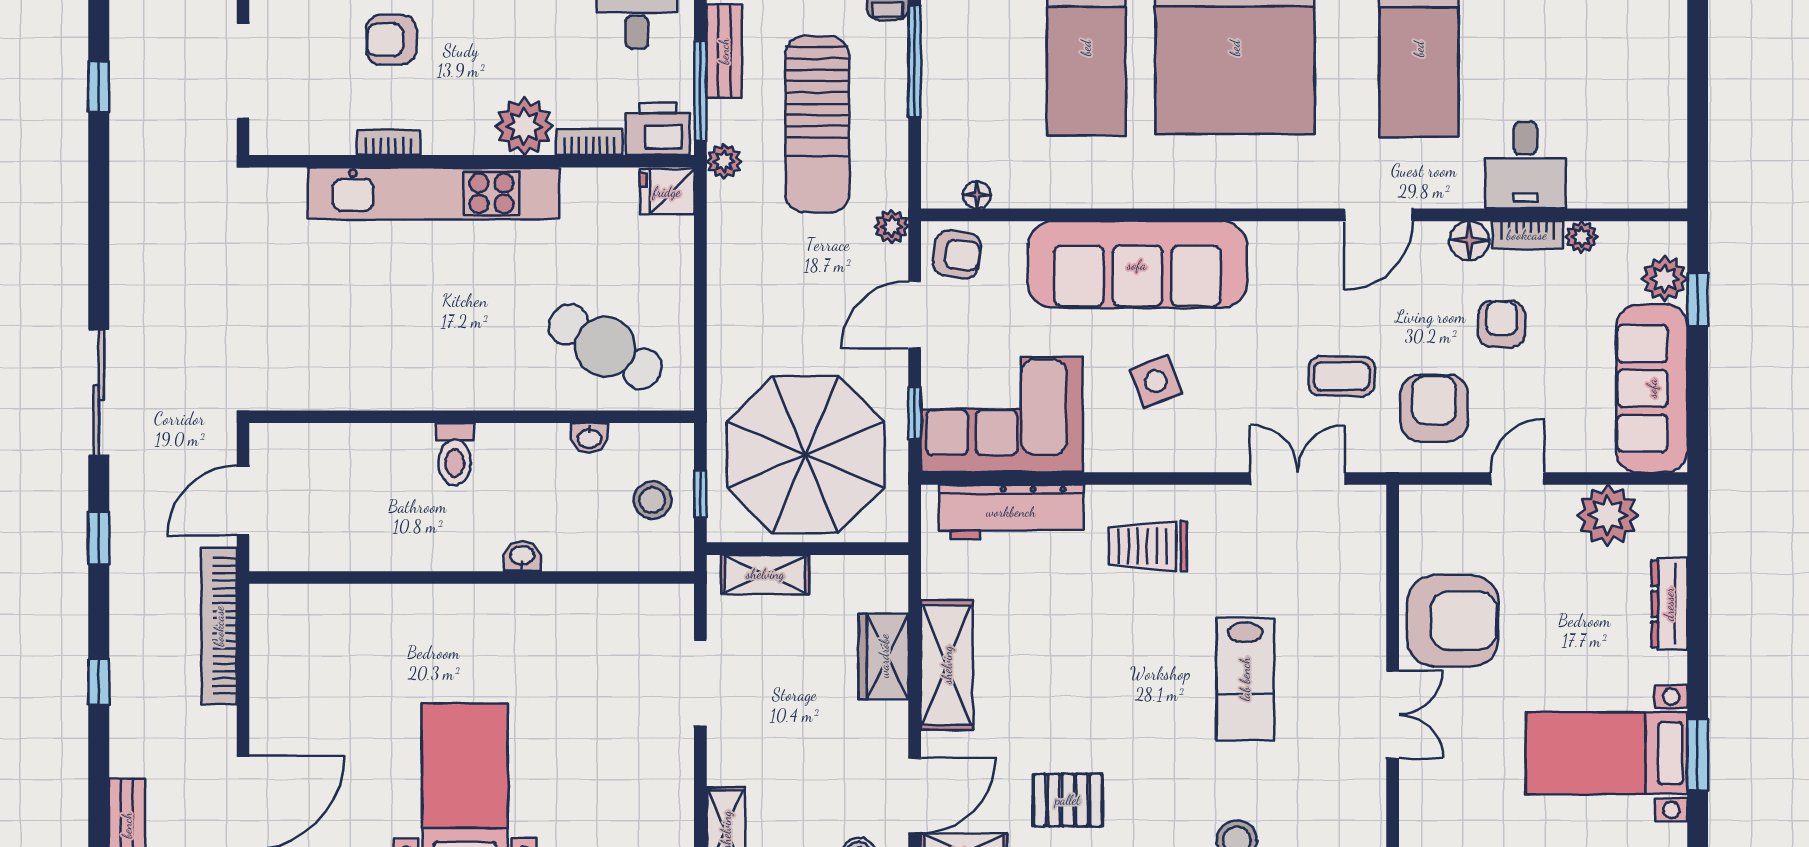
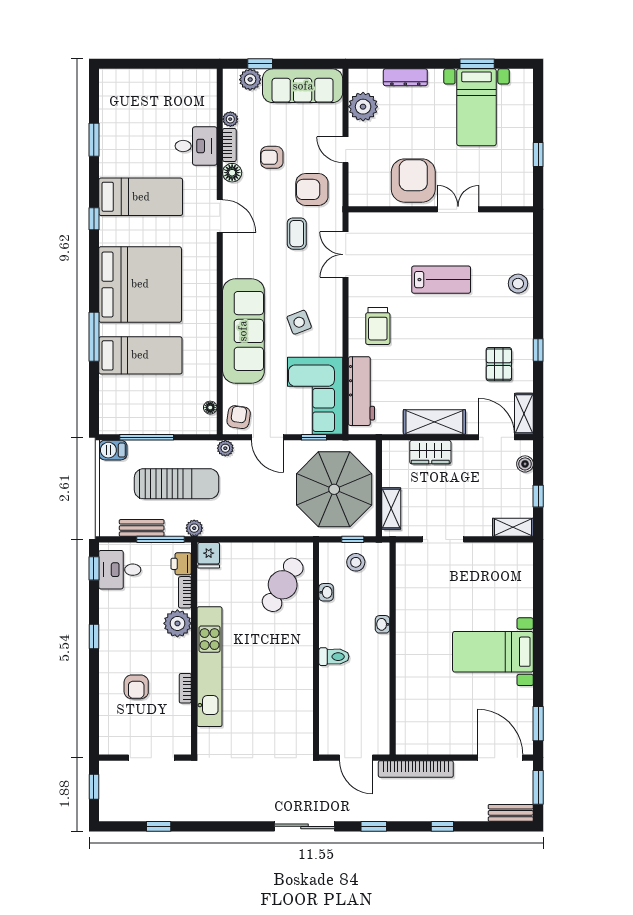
printer: (658, 129) -> (181, 564), width x0.73, depth x0.81

